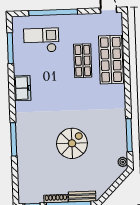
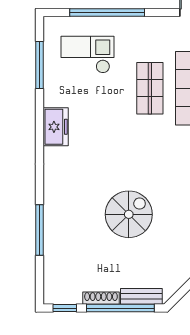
window: (14, 139) -> (40, 230), moved

